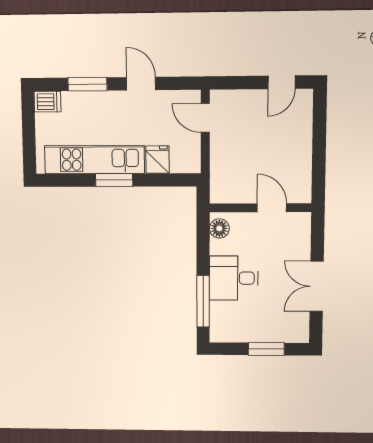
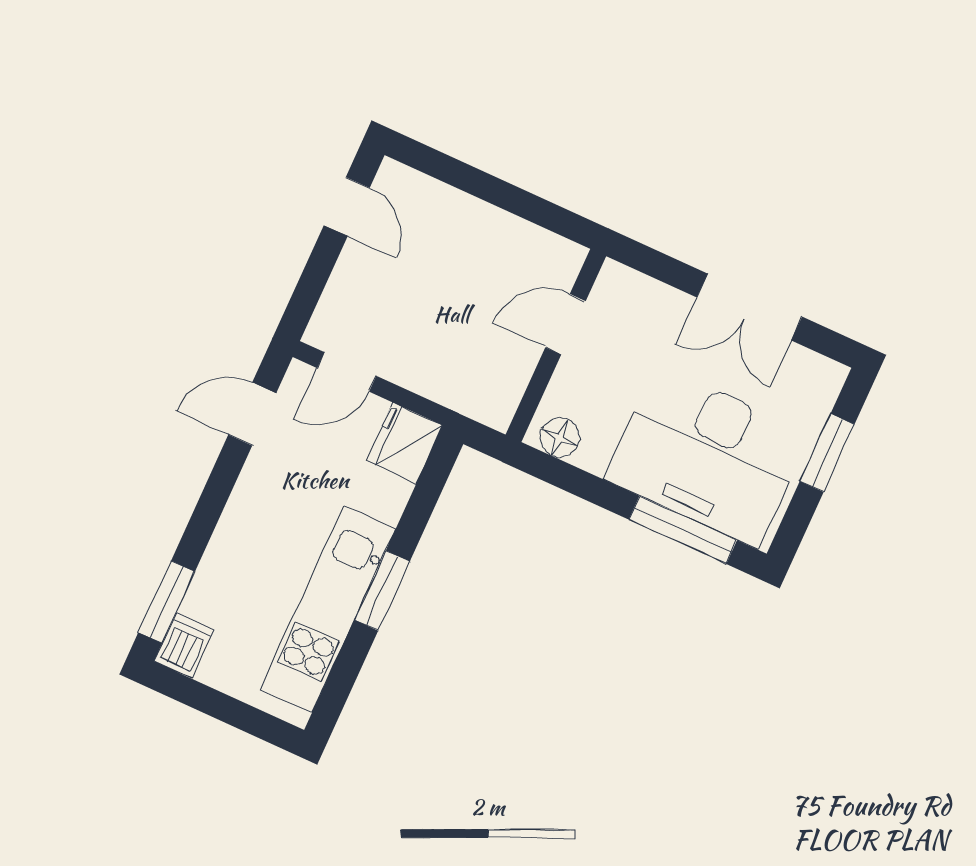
window: (87, 84) -> (167, 602), moved
door: (141, 84) -> (252, 414), moved
fridge: (157, 160) -> (405, 443), moved, width x1.38
desk: (234, 278) -> (707, 456), width x1.87, depth x1.30

